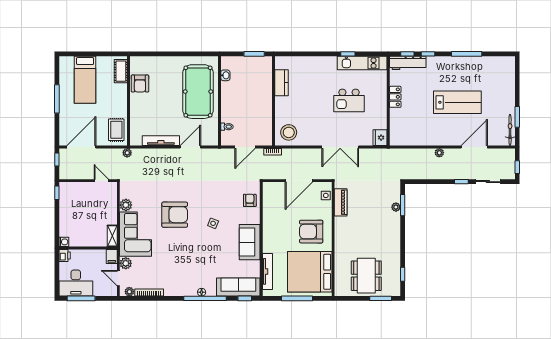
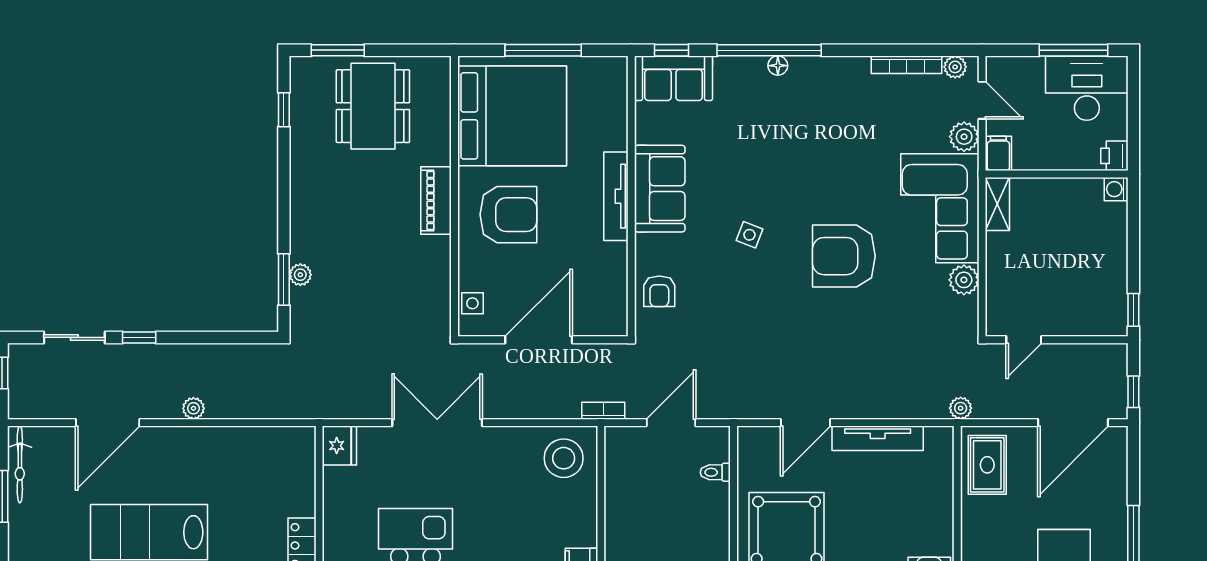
door: (101, 181) -> (1024, 340), hinge flipped
piano: (341, 202) -> (436, 200), moved
tv unit: (267, 271) -> (616, 196), moved
sofa: (238, 287) -> (674, 78), width x0.73

